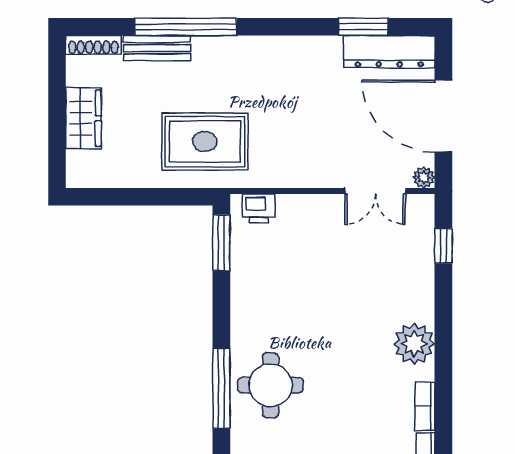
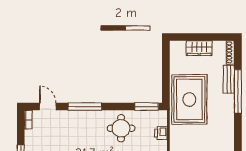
rug: (205, 141) -> (189, 99), width x1.37, depth x1.44
printer: (259, 209) -> (161, 133), moved
round table: (271, 385) -> (121, 128), moved

